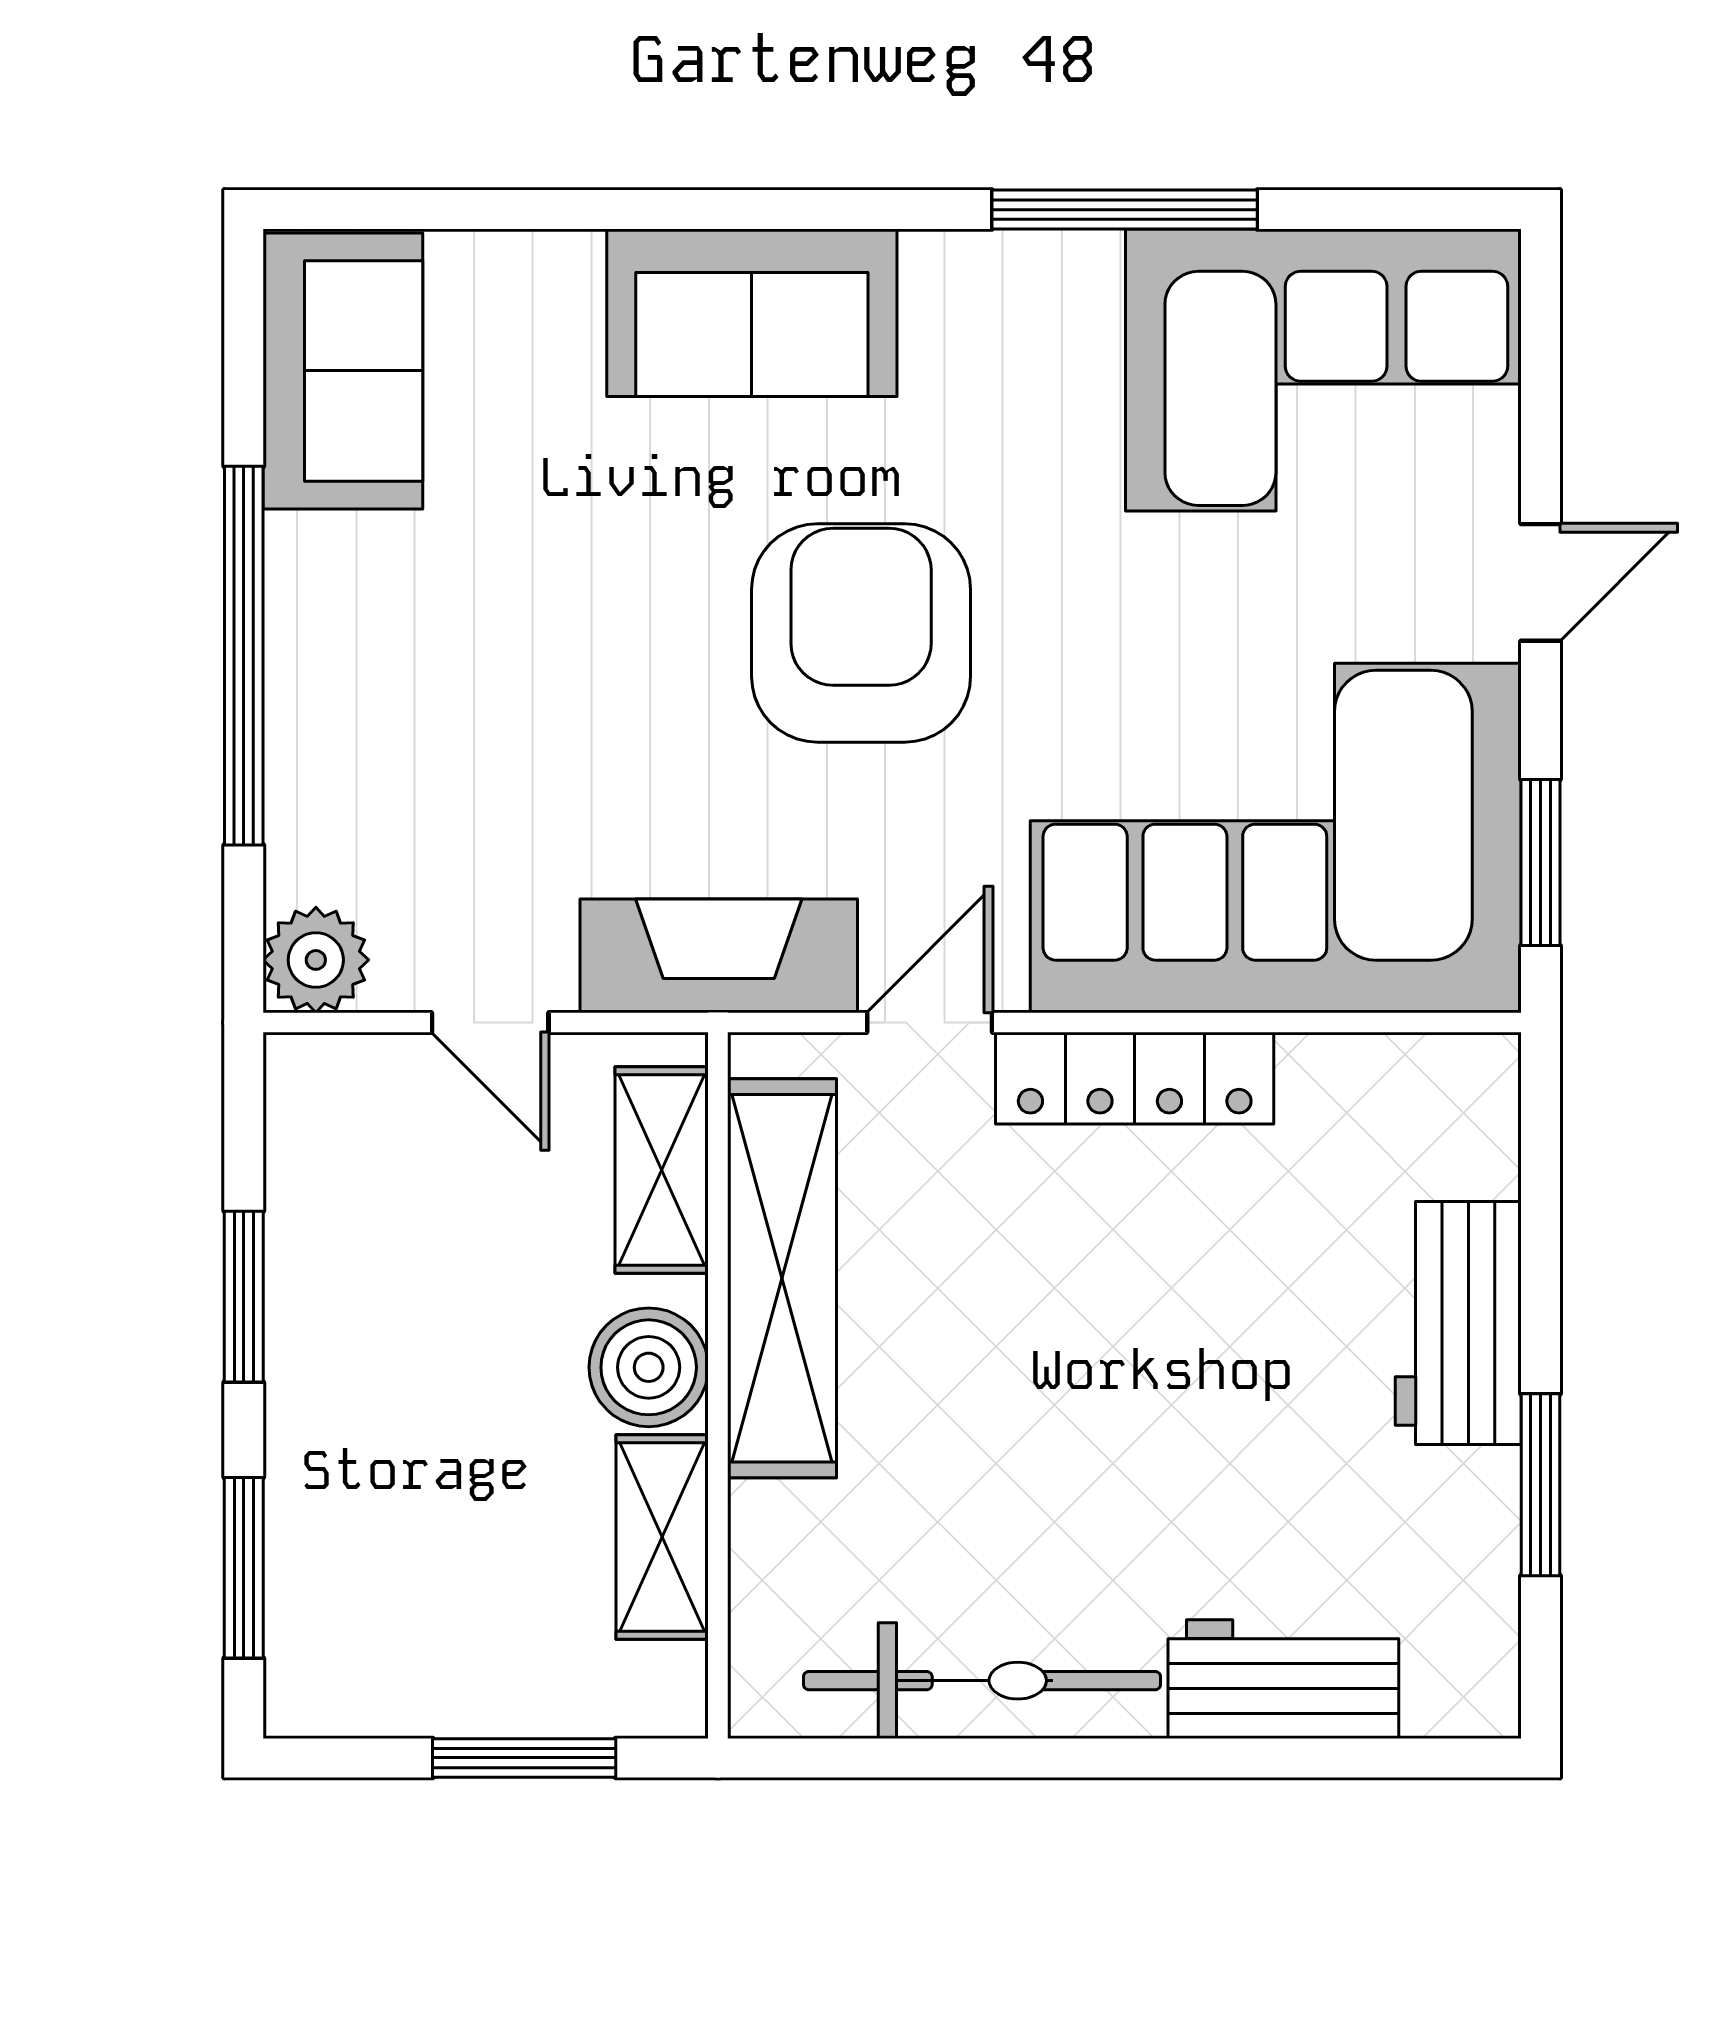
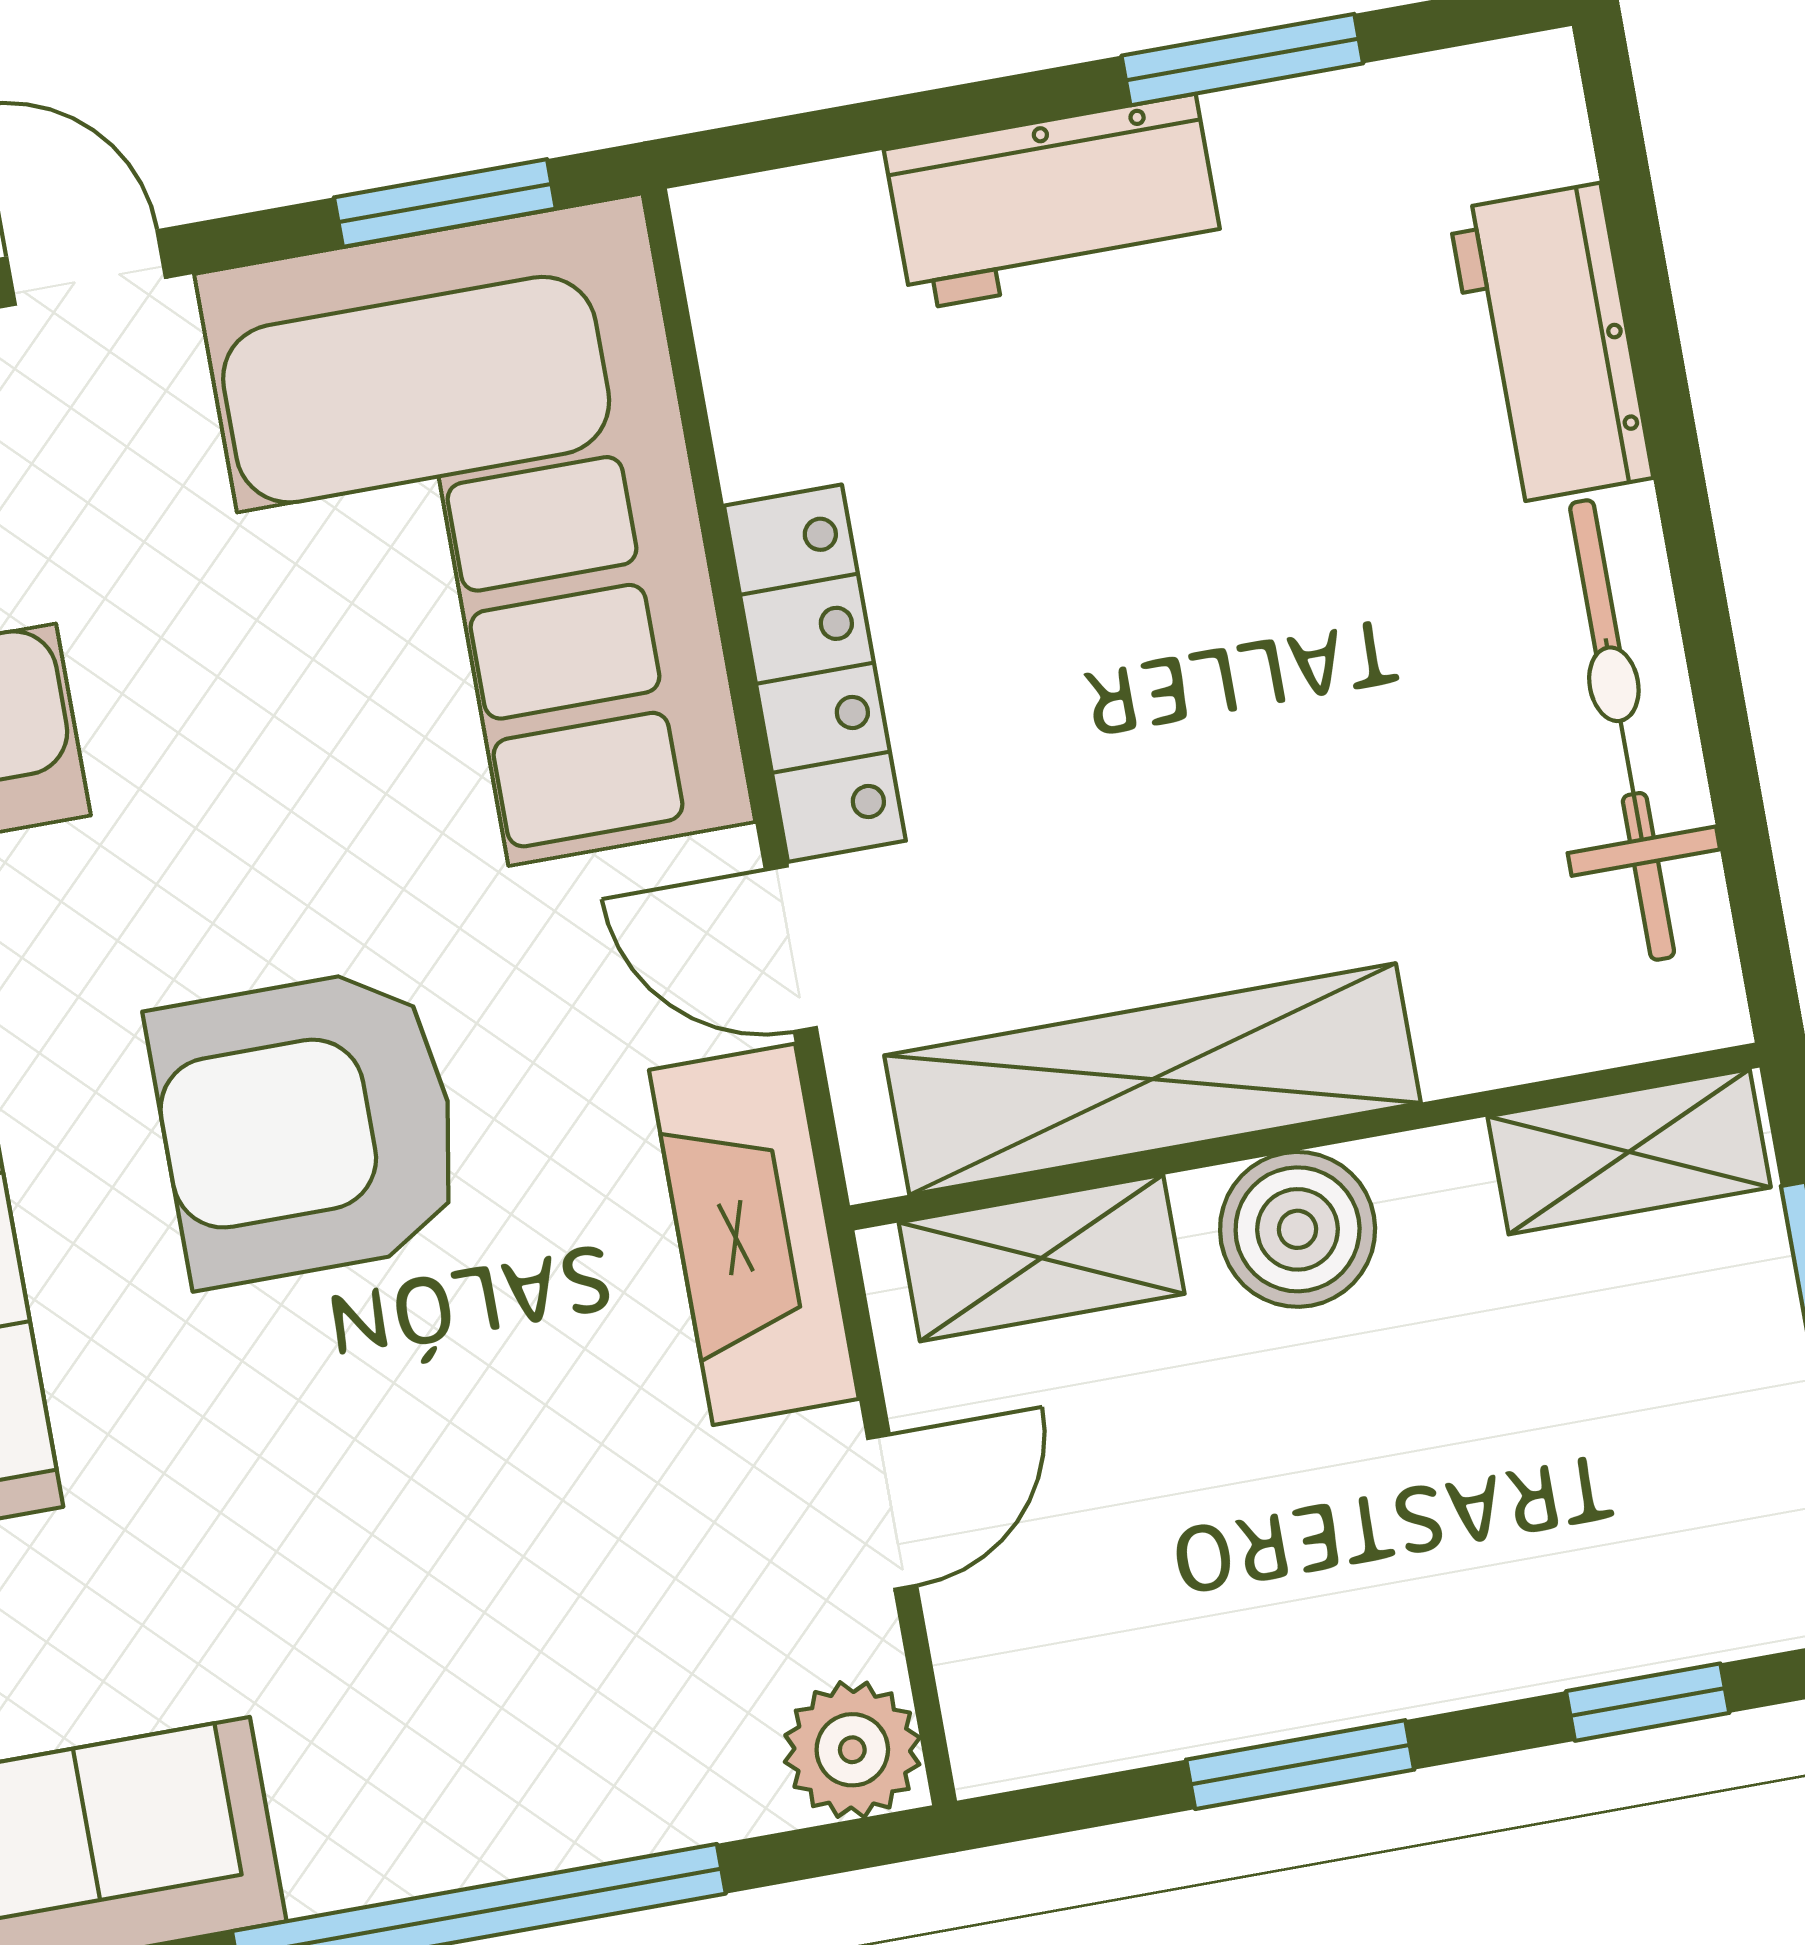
shelving: (662, 1537) -> (1629, 1152), moved
window: (244, 1568) -> (1648, 1702), width x0.67

